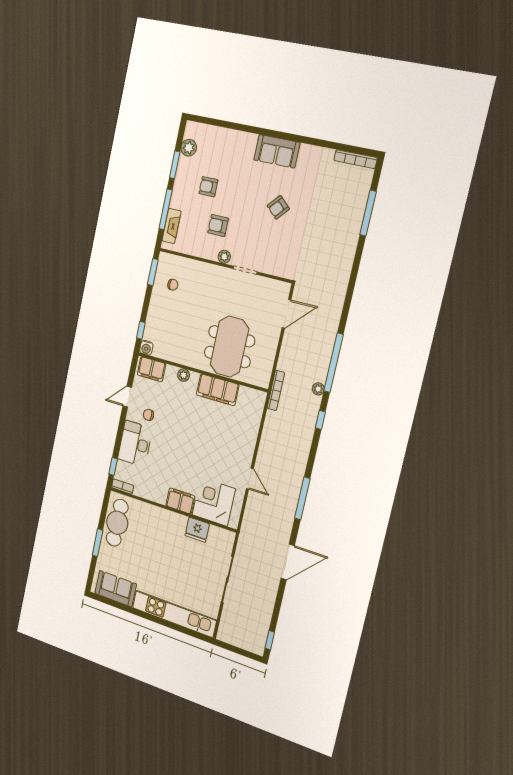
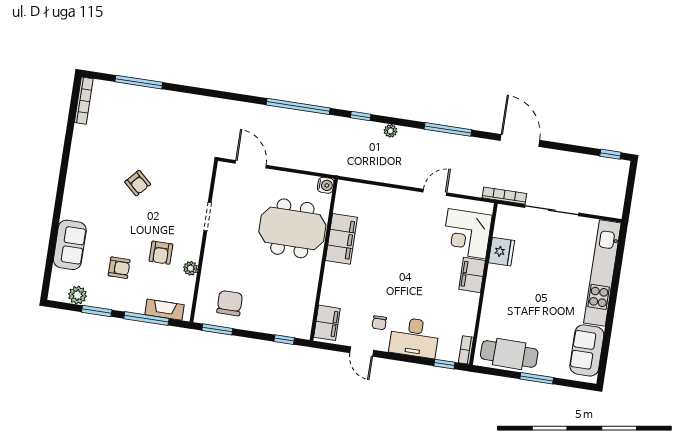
sofa: (277, 151) -> (70, 245), moved
armchair: (208, 187) -> (119, 268), turned -90
plant: (224, 257) -> (191, 268), moved
chair: (173, 285) -> (230, 303), width x1.87, depth x1.87
water cooler: (146, 348) -> (326, 185), moved
plant: (184, 375) -> (329, 282), removed
plant: (318, 389) -> (390, 131), moved
bookcase: (276, 390) -> (504, 196), moved

